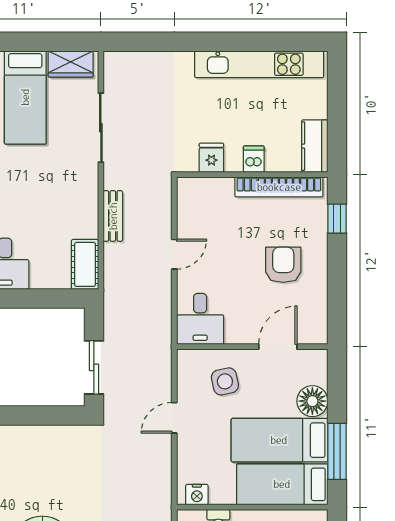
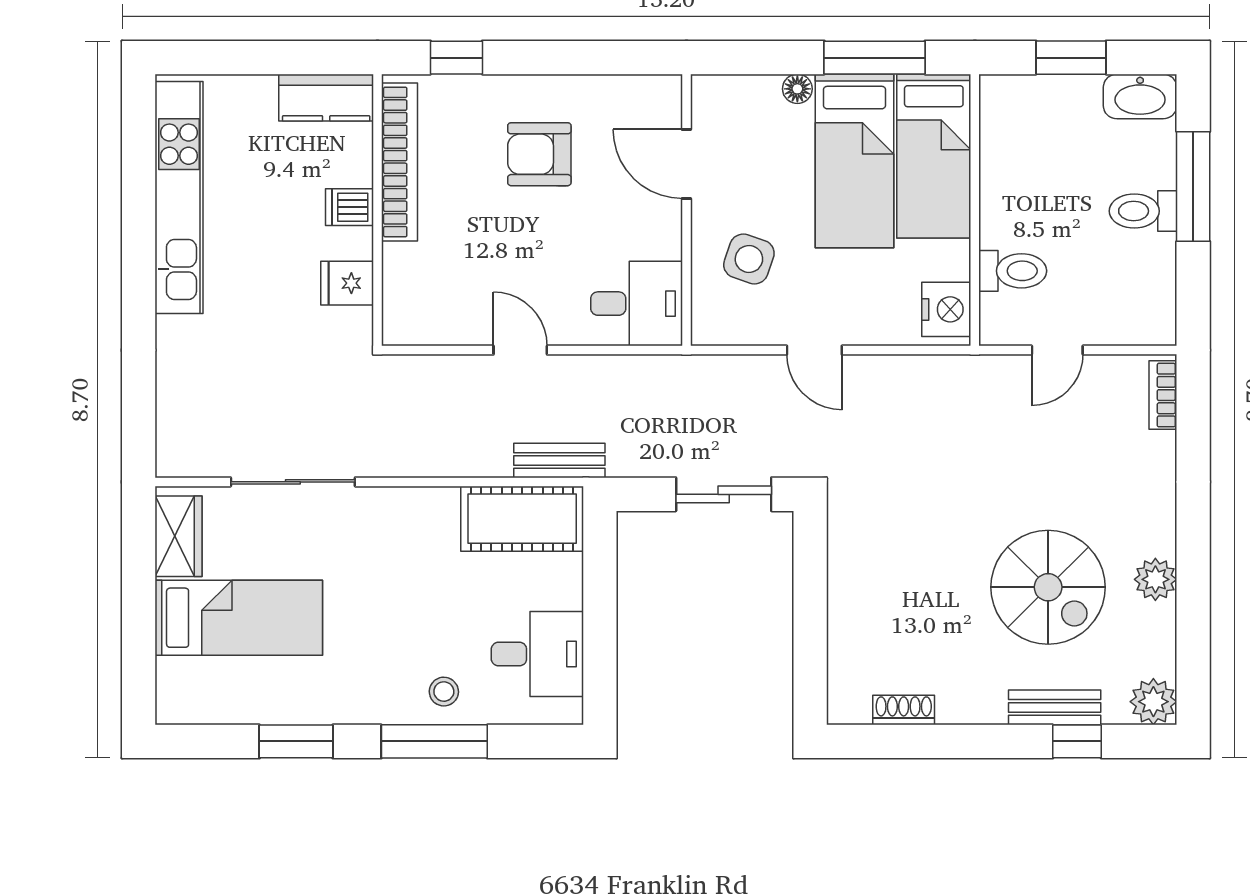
bench: (113, 216) -> (559, 460), moved
cot: (85, 264) -> (522, 519), width x1.37, depth x1.34
side table: (225, 381) -> (749, 259), turned 31
floor lamp: (312, 401) -> (797, 89), width x0.53, depth x0.53
nightstand: (197, 495) -> (946, 309), width x1.36, depth x1.33

